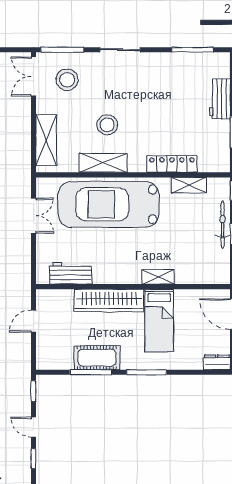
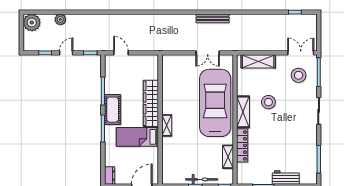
shelving: (103, 163) -> (243, 112), moved
workbench: (71, 273) -> (169, 78), removed
shelving: (158, 277) -> (167, 125), moved
door: (34, 321) -> (121, 53), moved
cot: (97, 358) -> (113, 110), moved

